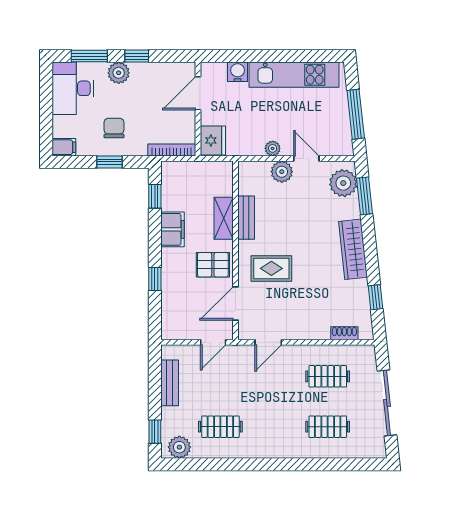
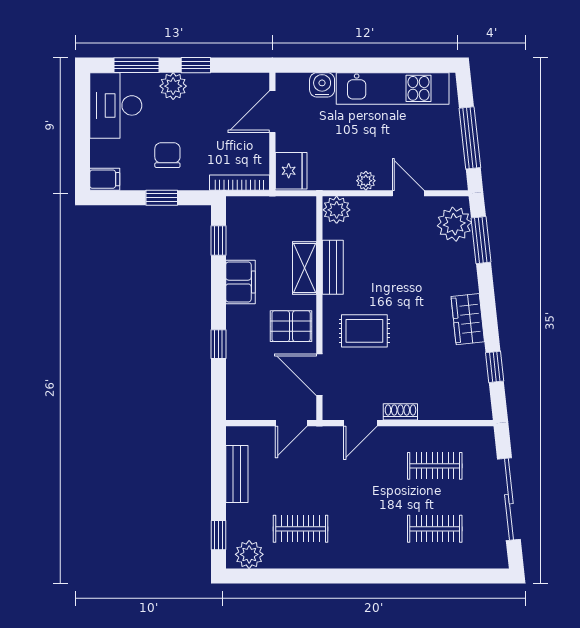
plant: (282, 172) -> (337, 210), moved
wardrobe: (353, 249) -> (468, 319), width x0.67
door: (235, 303) -> (319, 375), hinge flipped
shoe rack: (344, 333) -> (400, 412), moved

